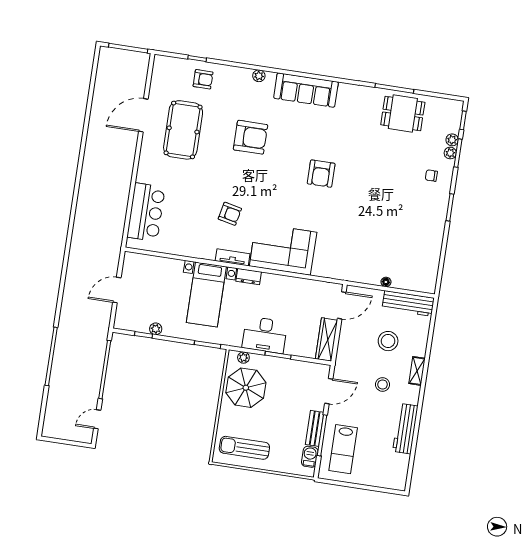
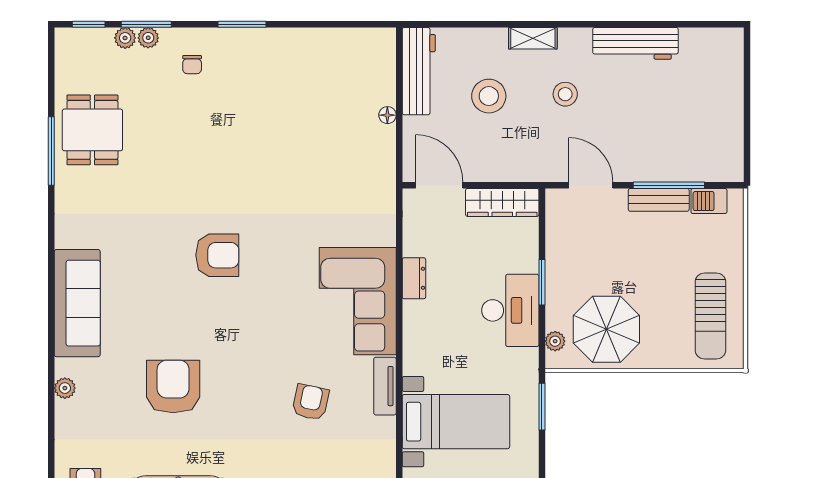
dresser: (249, 277) -> (414, 278), moved
lab bench: (343, 449) -> (687, 145), removed

